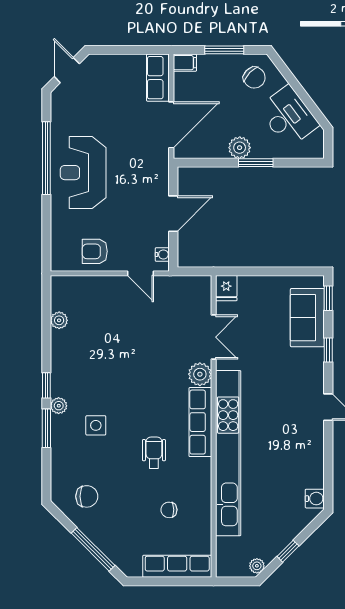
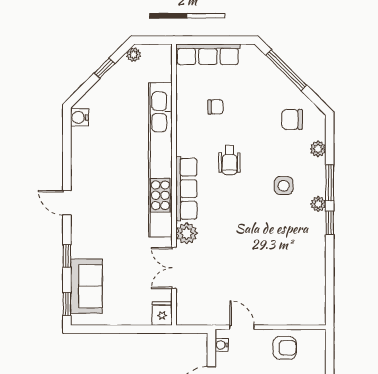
plant: (59, 320) -> (318, 149), moved

